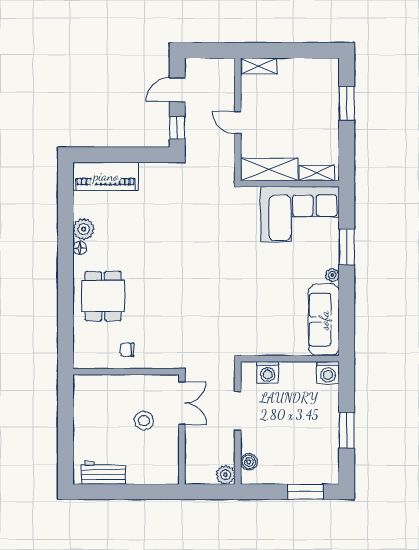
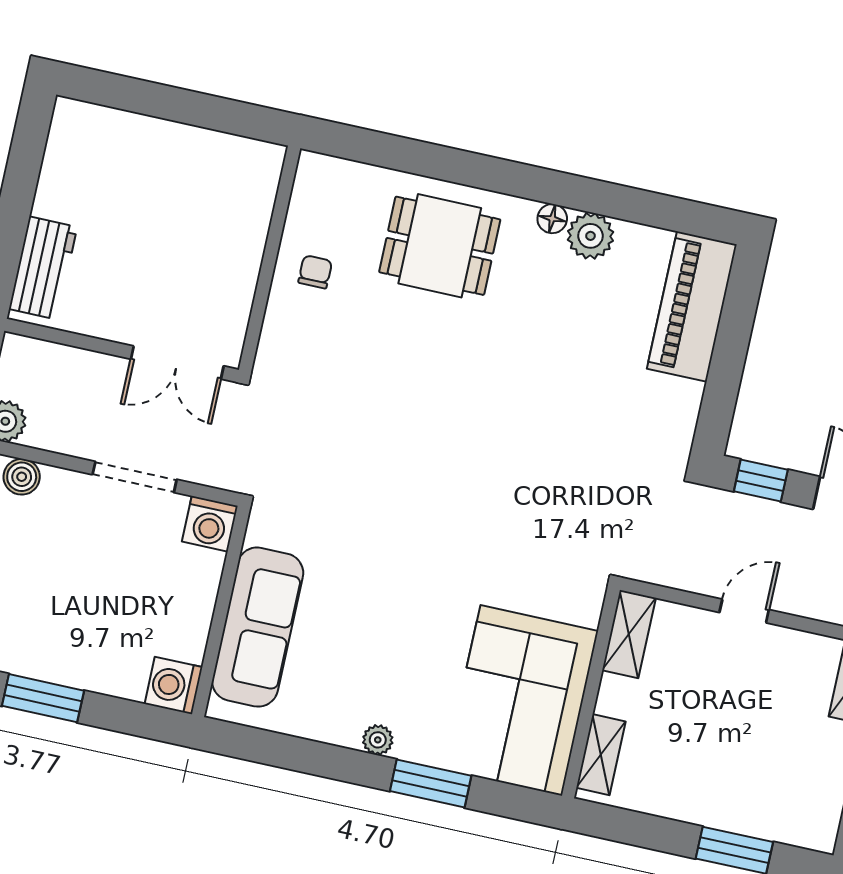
shelving: (269, 169) -> (629, 634), width x0.67, depth x0.75
sofa: (324, 320) -> (258, 627), moved, turned 90
washing machine: (268, 372) -> (210, 524), moved, turned -90
stool: (144, 421) -> (158, 274), removed
workbench: (103, 473) -> (43, 268), moved

